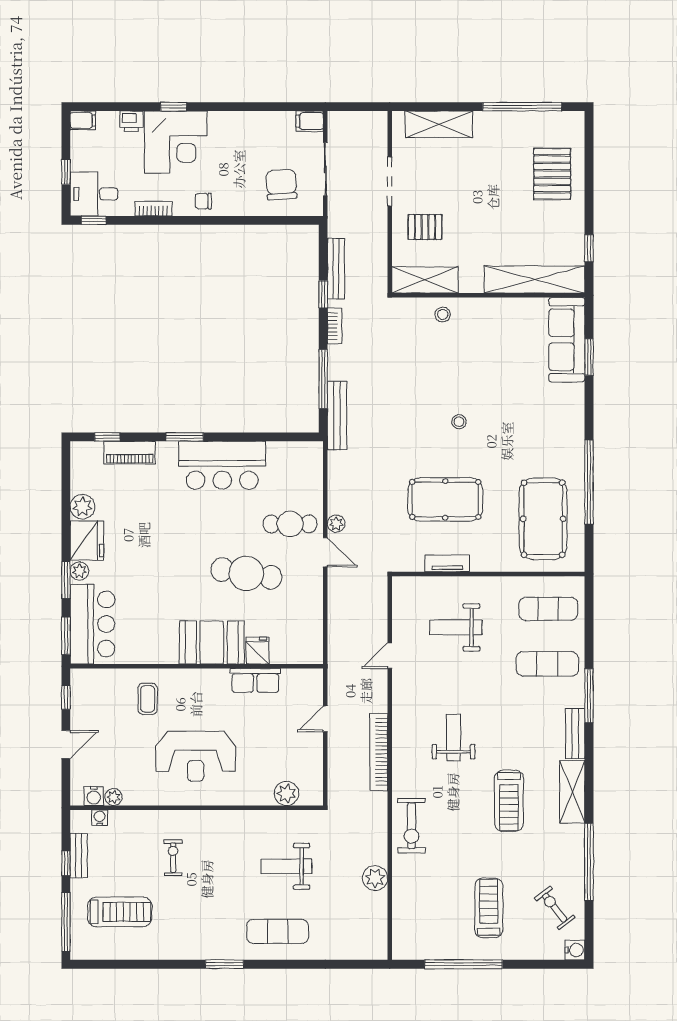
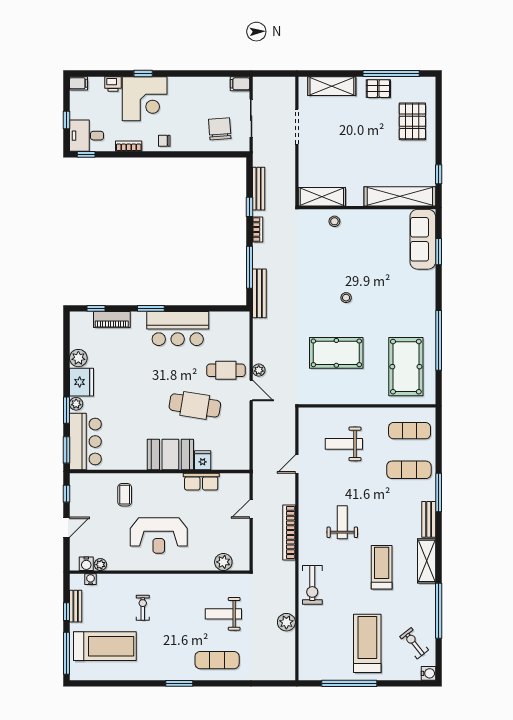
pallet: (425, 227) -> (378, 89), moved
tv unit: (447, 563) -> (338, 398), removed
treadmill: (509, 801) -> (382, 567), turned 180
treadmill: (489, 908) -> (367, 643), width x1.37, depth x1.38
treadmill: (120, 912) -> (105, 646), width x1.37, depth x1.38

